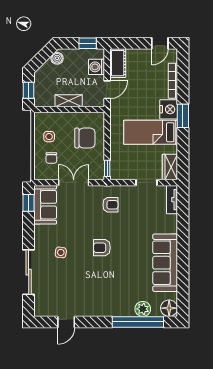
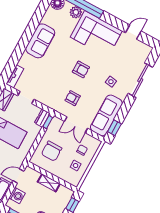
chair: (85, 138) -> (52, 151), turned -90
dresser: (116, 169) -> (42, 118), added
sofa: (45, 205) -> (106, 115), width x1.36
armchair: (110, 205) -> (73, 98), moved
sofa: (165, 263) -> (40, 41), width x0.73
corner sofa: (107, 297) -> (96, 34), added

